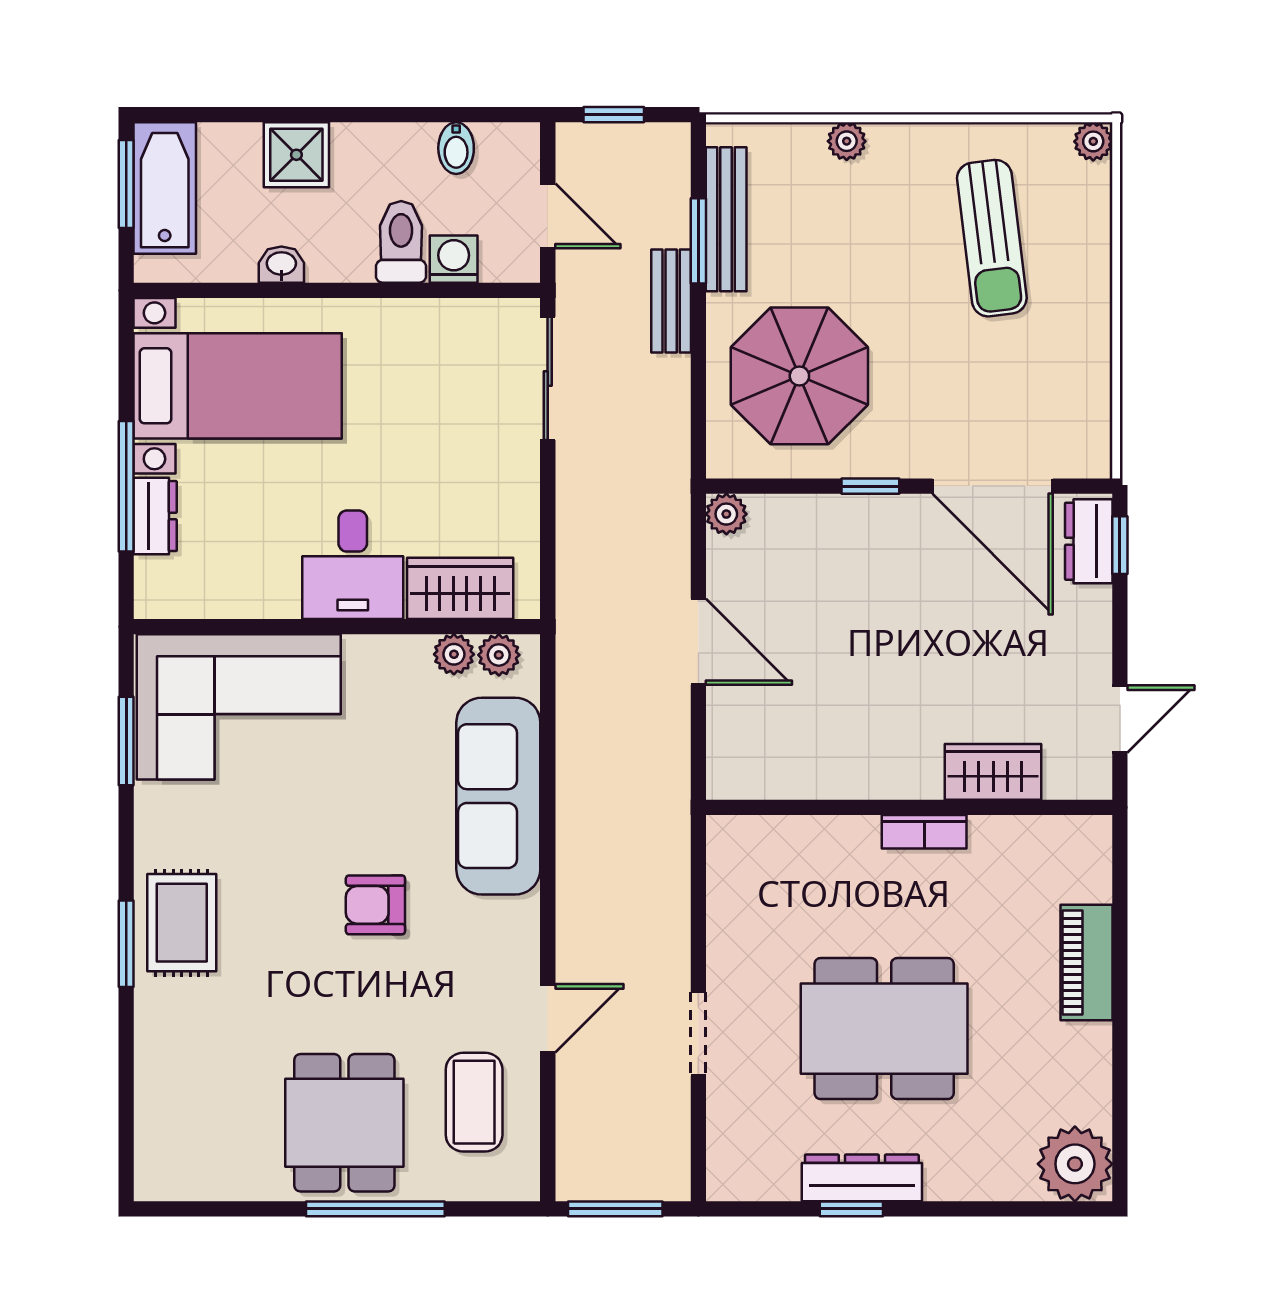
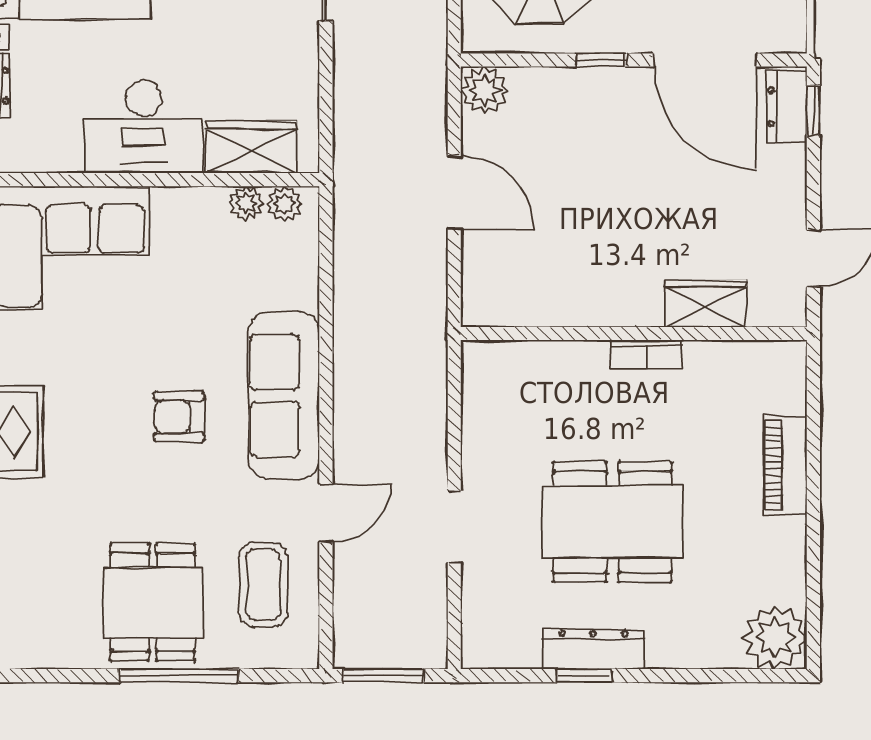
plant: (726, 514) -> (485, 90), width x1.38, depth x1.38
desk: (353, 565) -> (144, 127), width x1.37
sofa: (498, 796) -> (284, 396), moved

